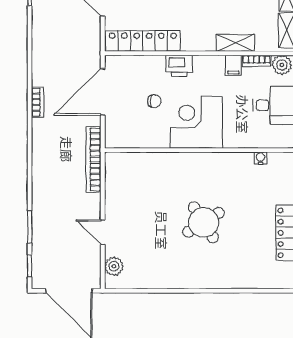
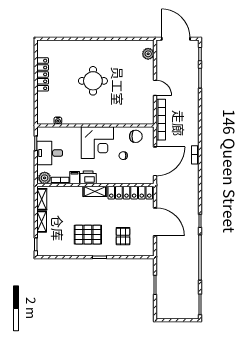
shelving: (236, 43) -> (95, 191), moved
printer: (179, 66) -> (88, 177), moved
chair: (134, 132) -> (136, 136), added
round table: (203, 222) -> (93, 81), turned 32
door: (103, 232) -> (155, 88), moved

